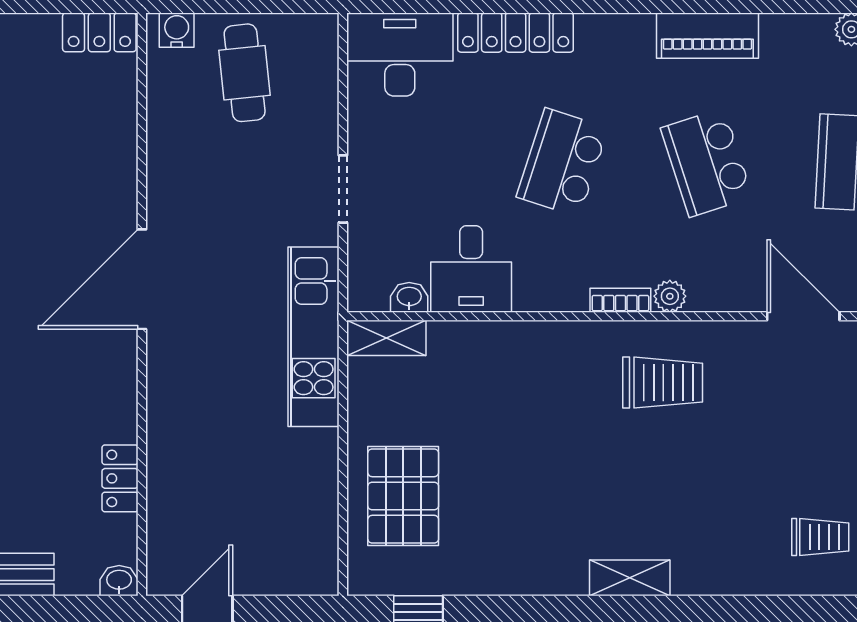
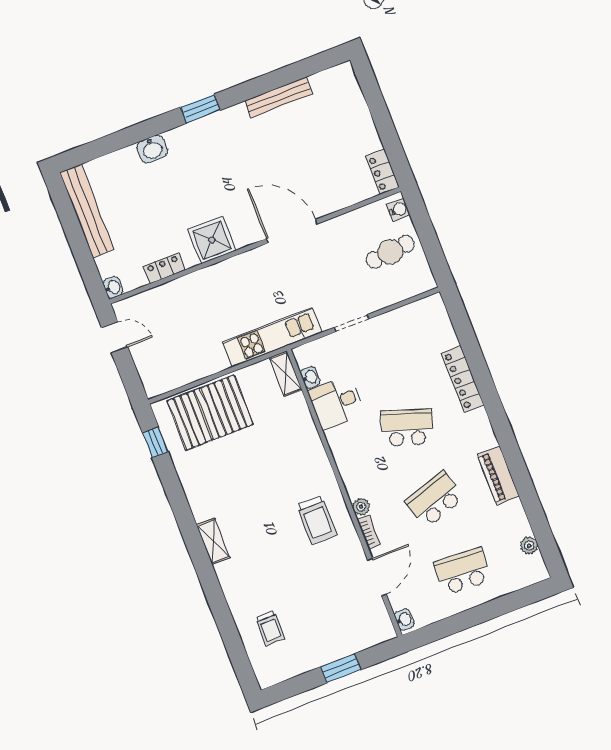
desk: (400, 54) -> (429, 326), removed
door: (142, 279) -> (292, 231), moved
bookcase: (620, 300) -> (369, 532), moved
shower: (103, 376) -> (212, 240), added
pallet: (403, 496) -> (210, 413), width x1.37, depth x1.41

